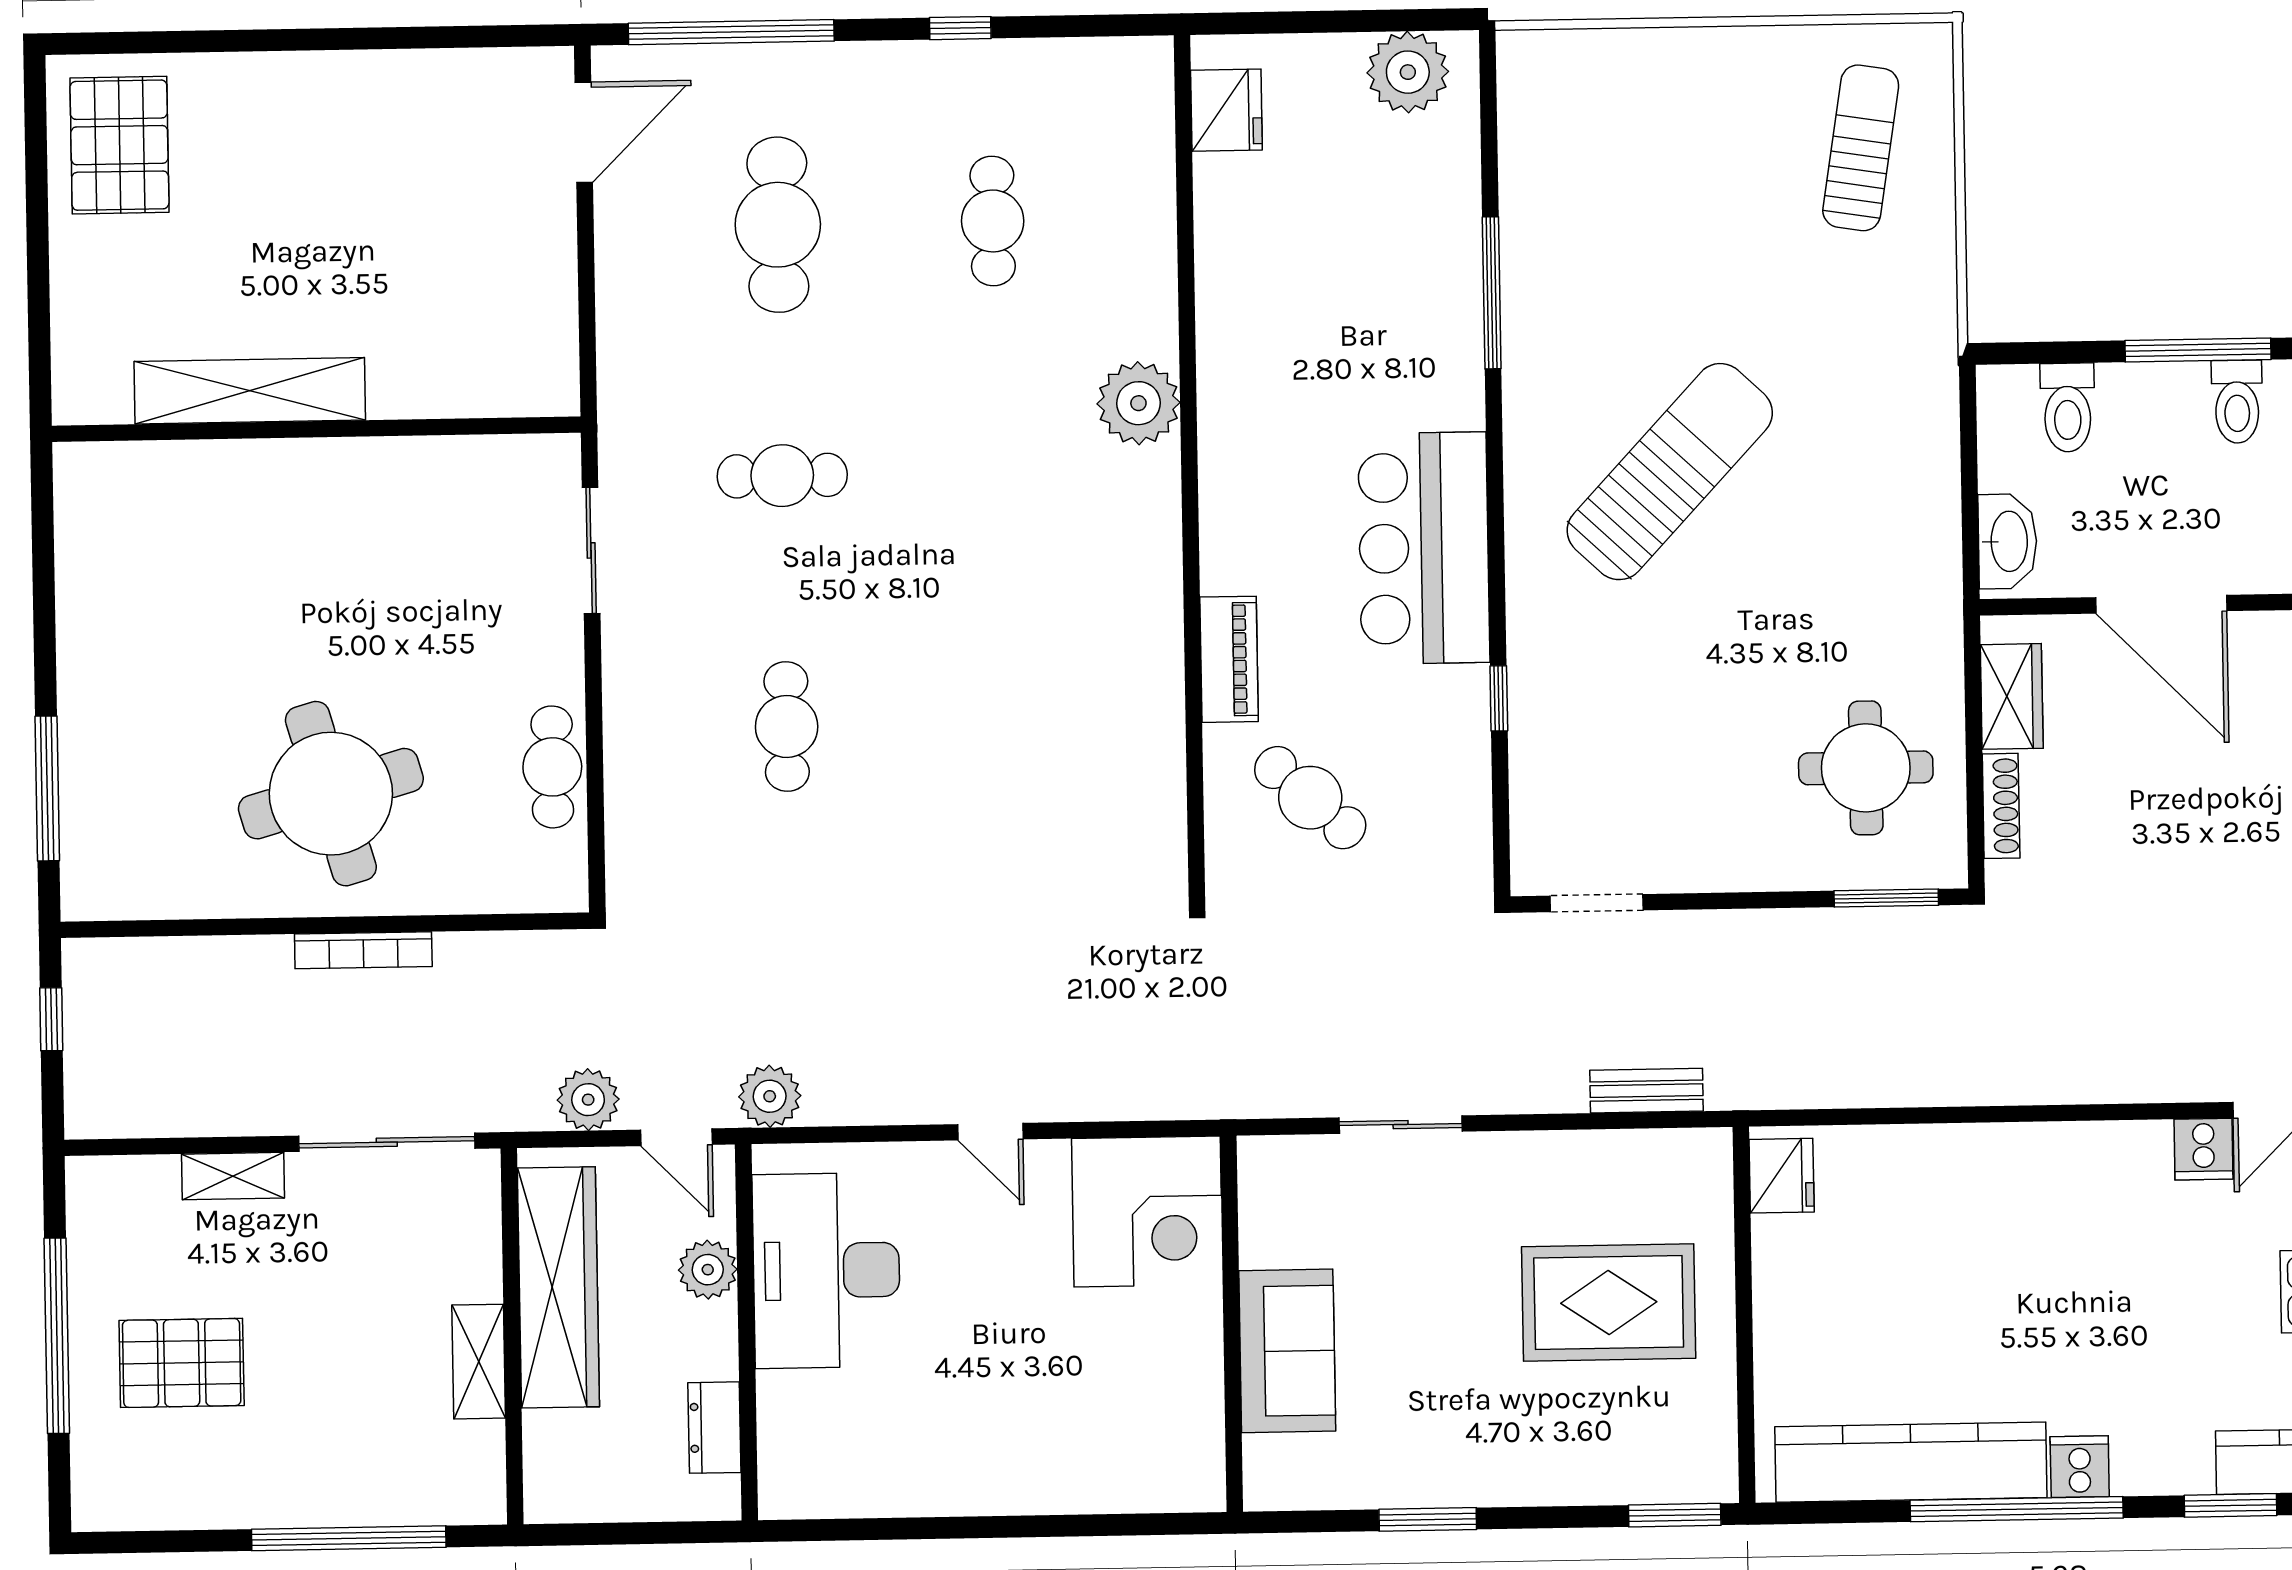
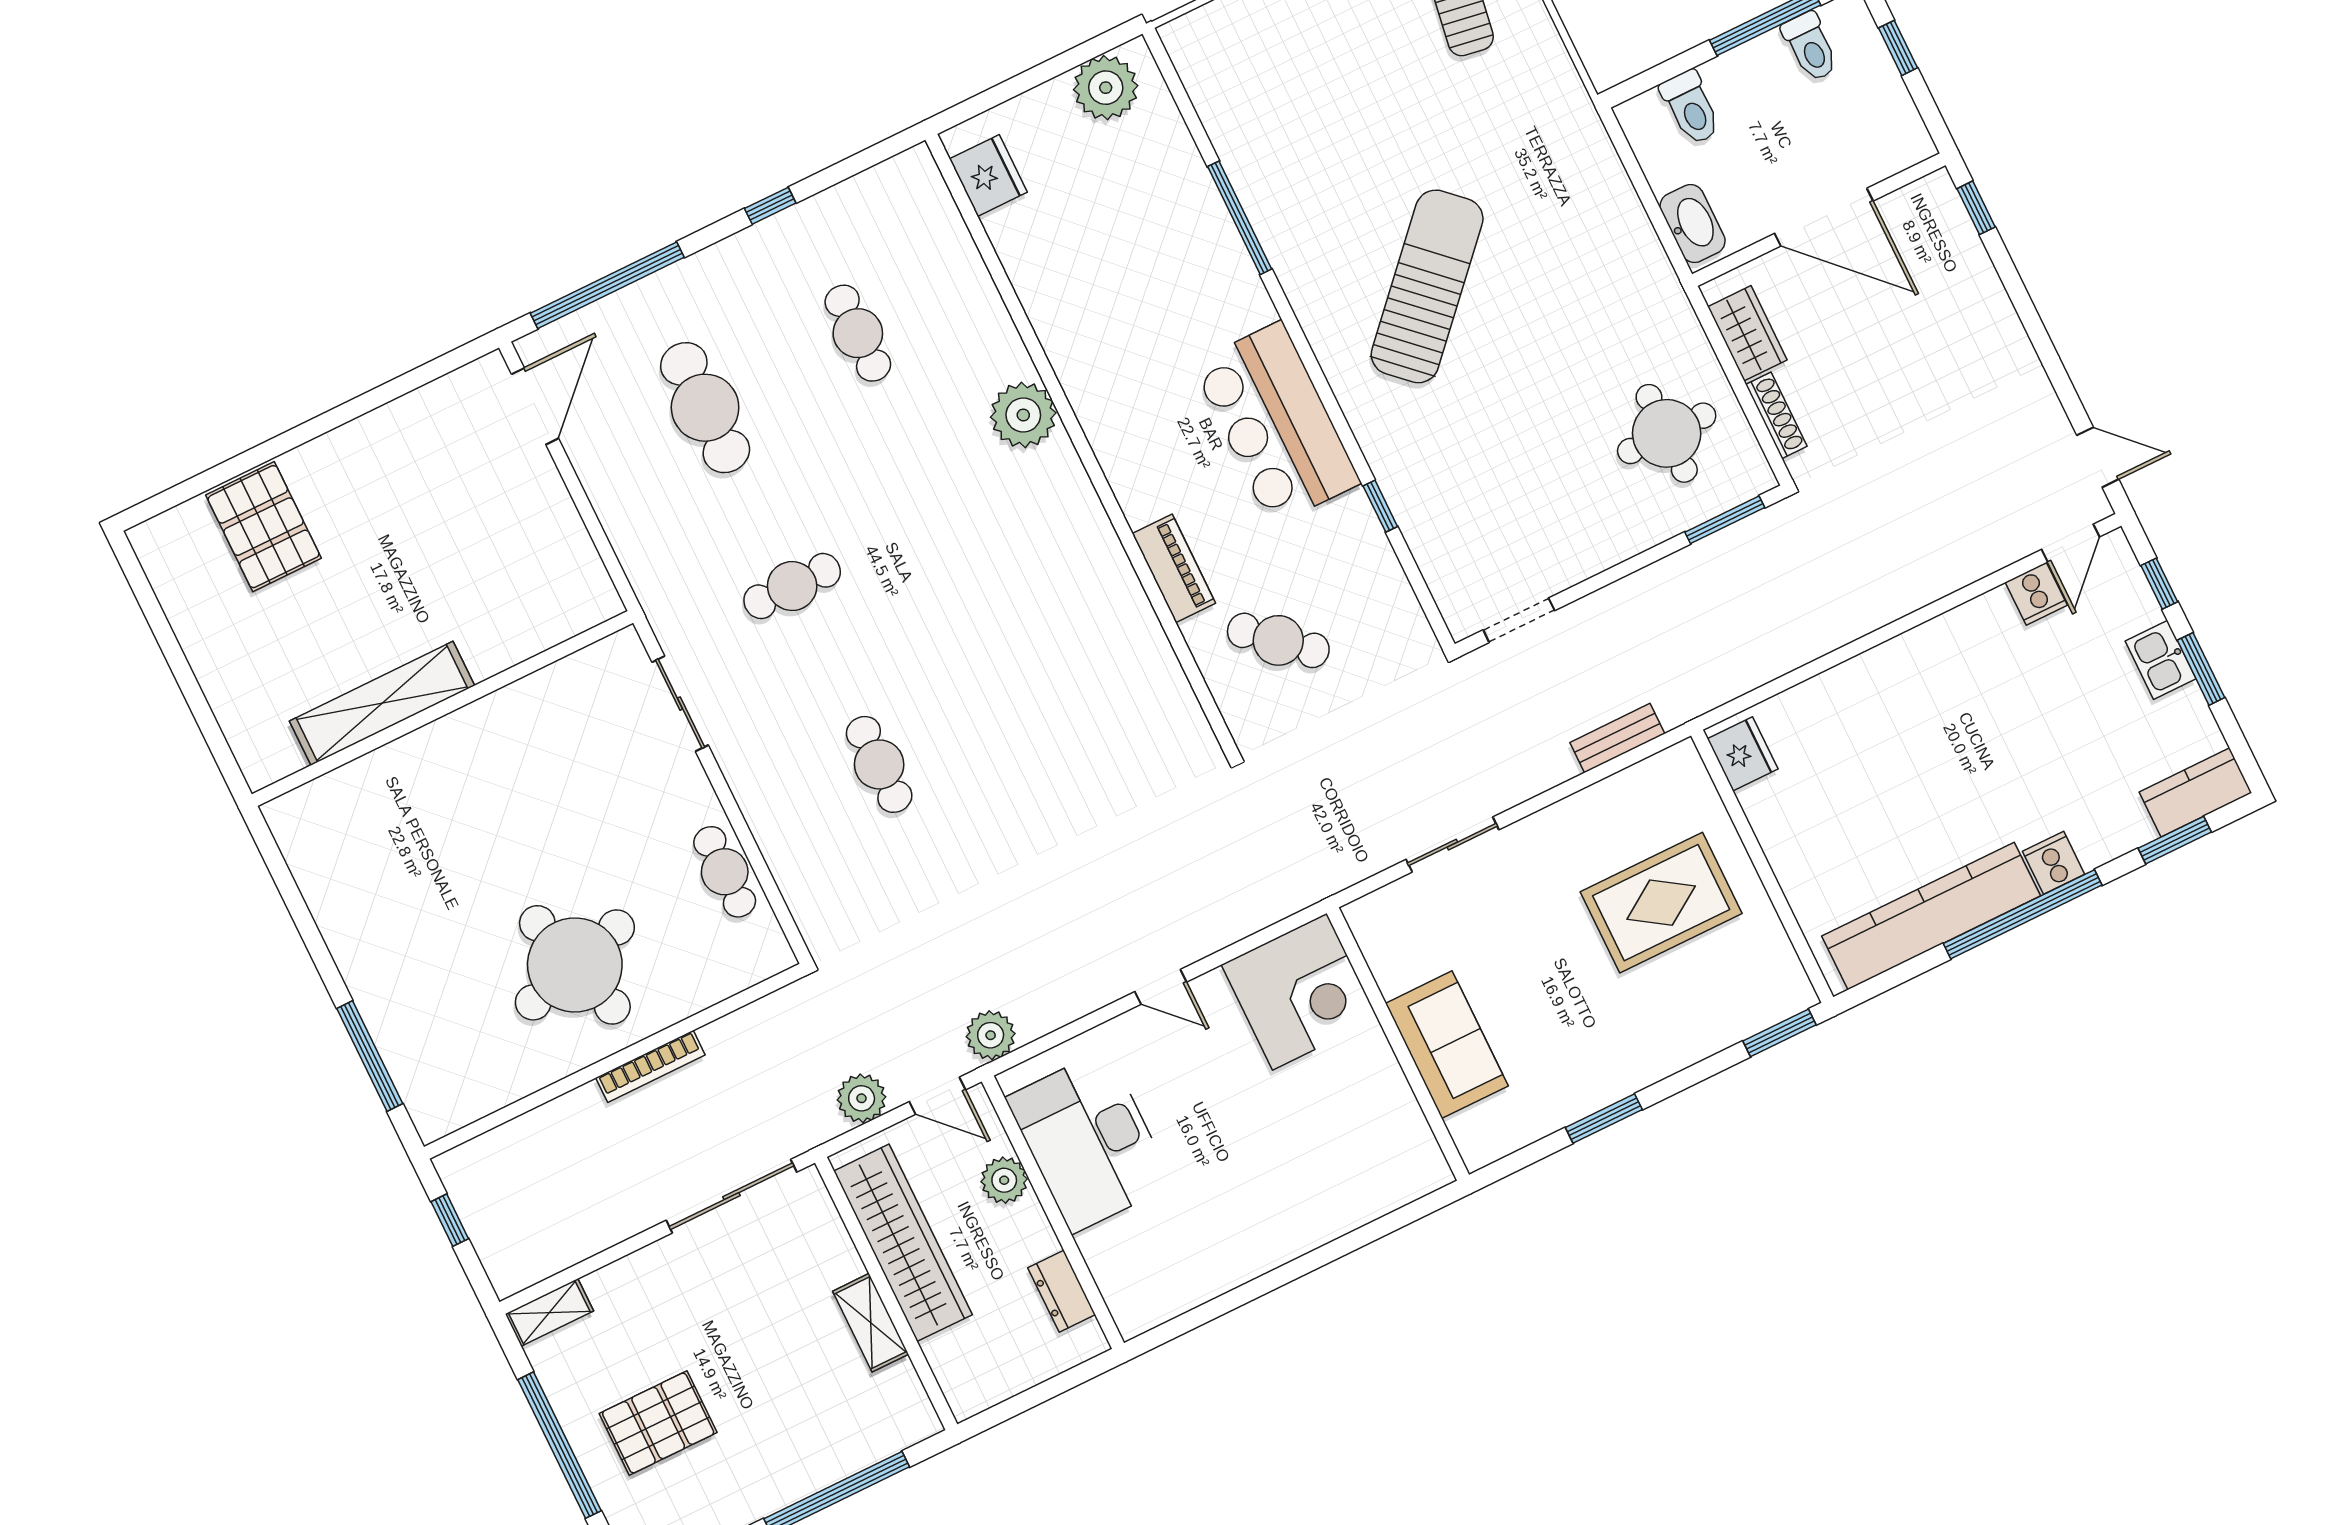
pallet: (119, 145) -> (264, 527), moved
shelving: (233, 1176) -> (549, 1312), moved

